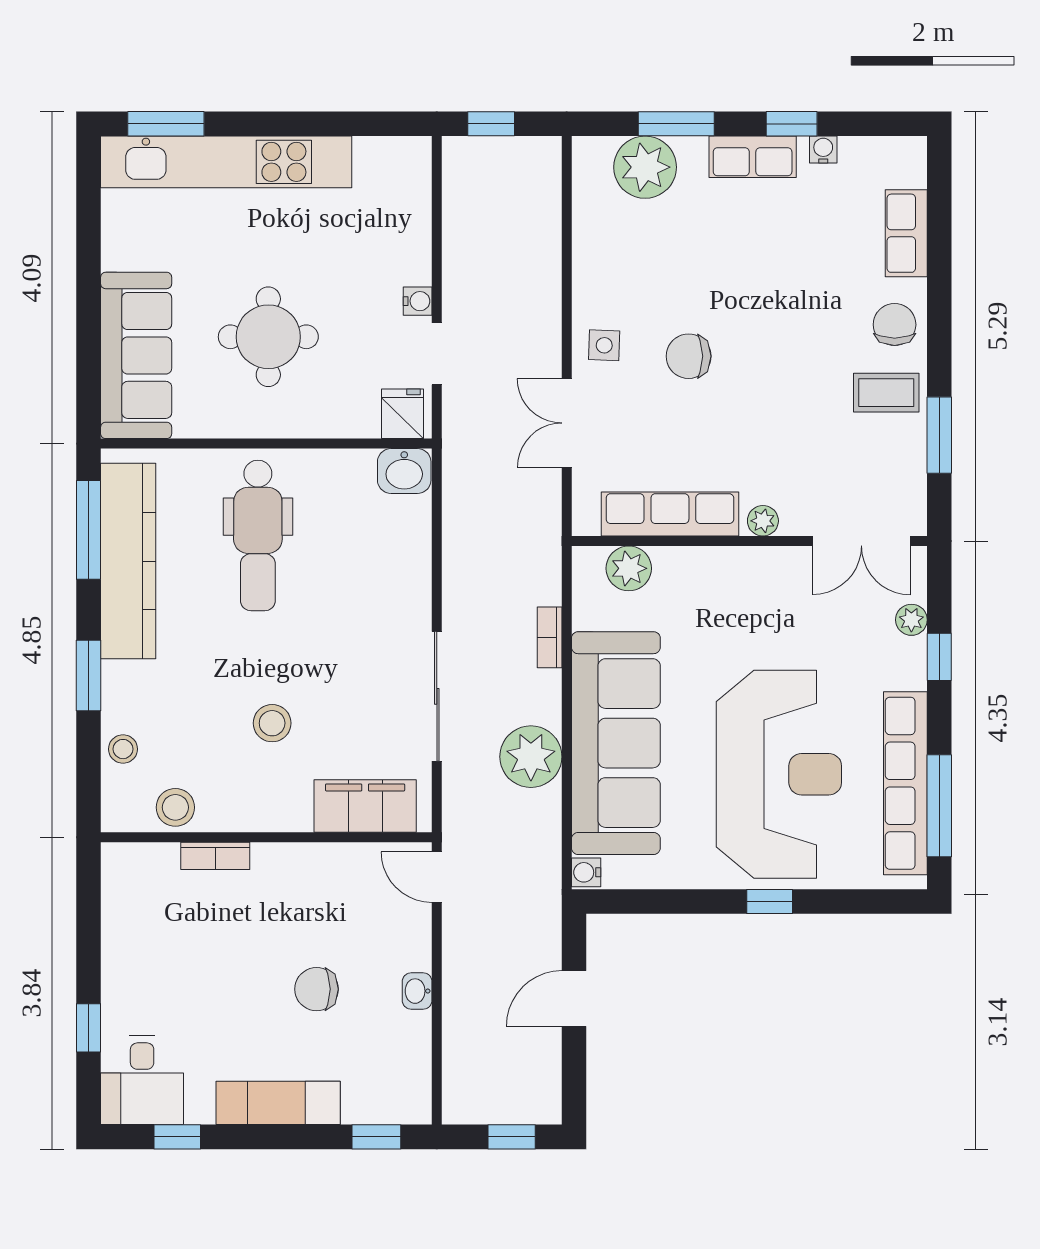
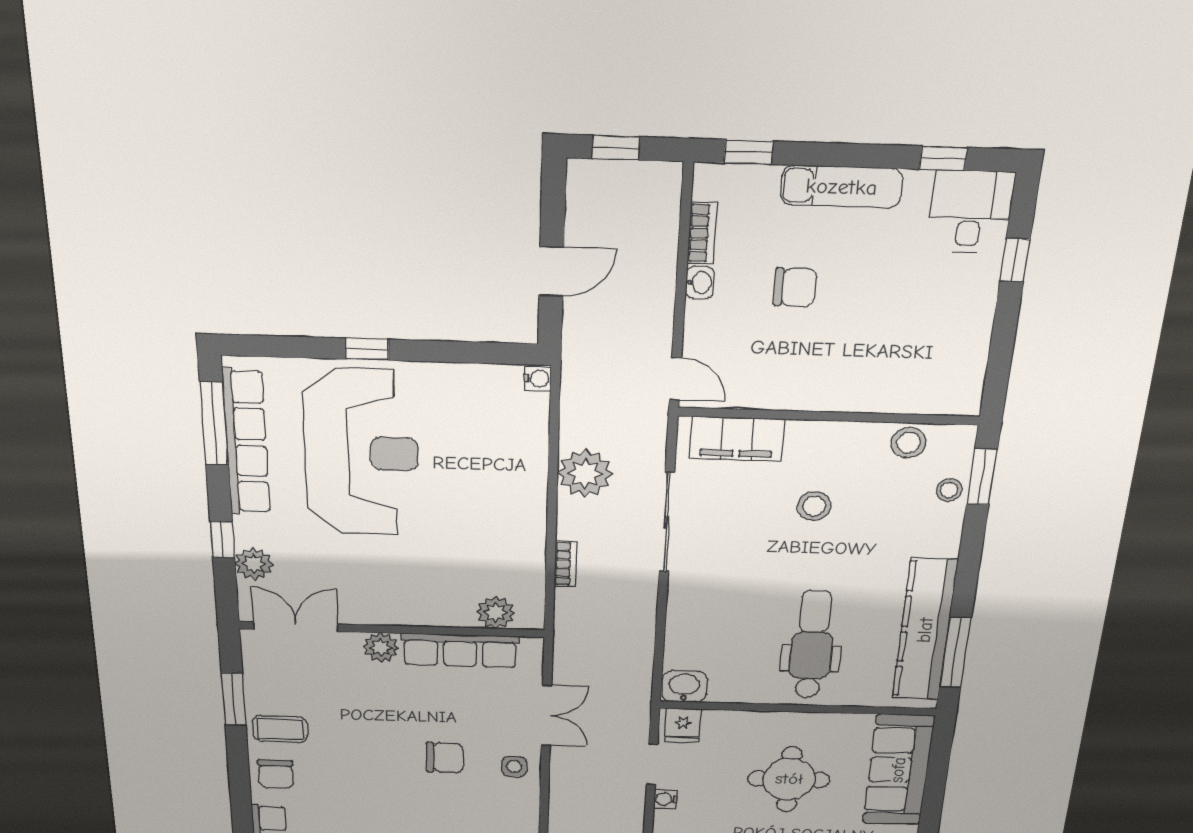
plant: (763, 521) -> (381, 647), width x1.38, depth x1.38
plant: (911, 620) -> (254, 564), width x1.38, depth x1.38
window: (89, 675) -> (982, 477), moved
sofa: (616, 743) -> (509, 482), removed
reception desk: (779, 774) -> (361, 453), turned 180
bookcase: (215, 856) -> (702, 233), moved, turned 90

